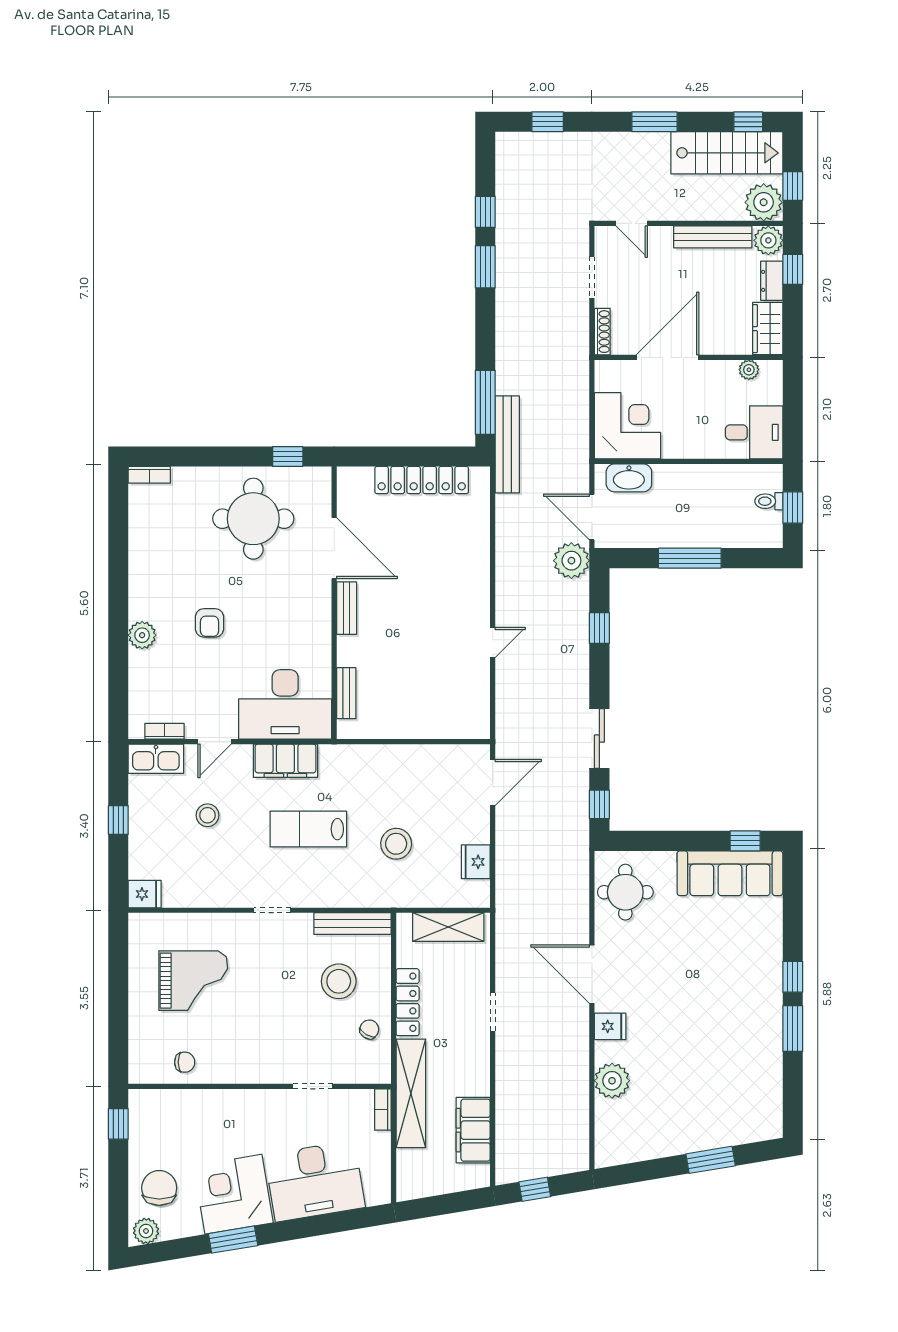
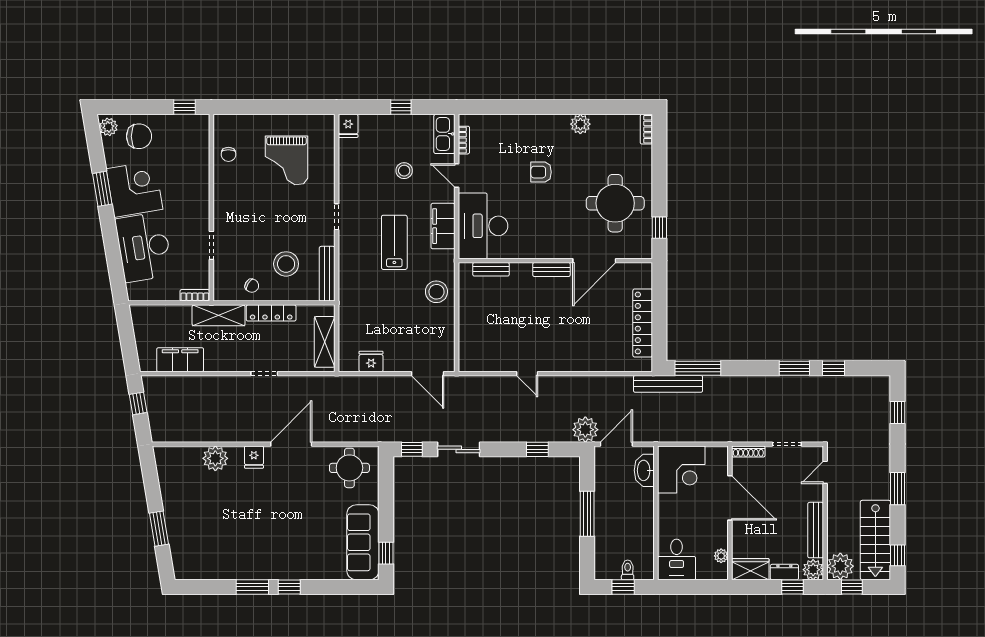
plant: (142, 635) -> (580, 124), moved
stool: (396, 844) -> (436, 292), moved
shelving: (411, 1093) -> (219, 315), width x0.68

